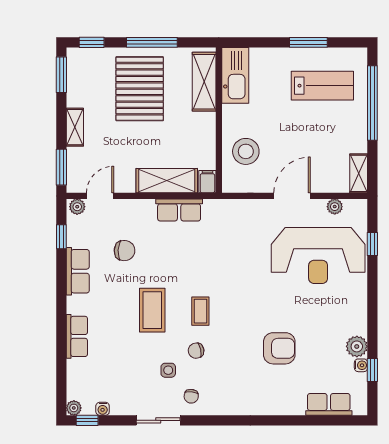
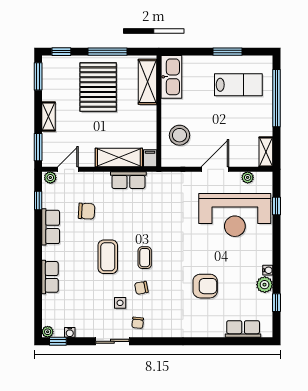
water cooler: (361, 365) -> (268, 270), moved

